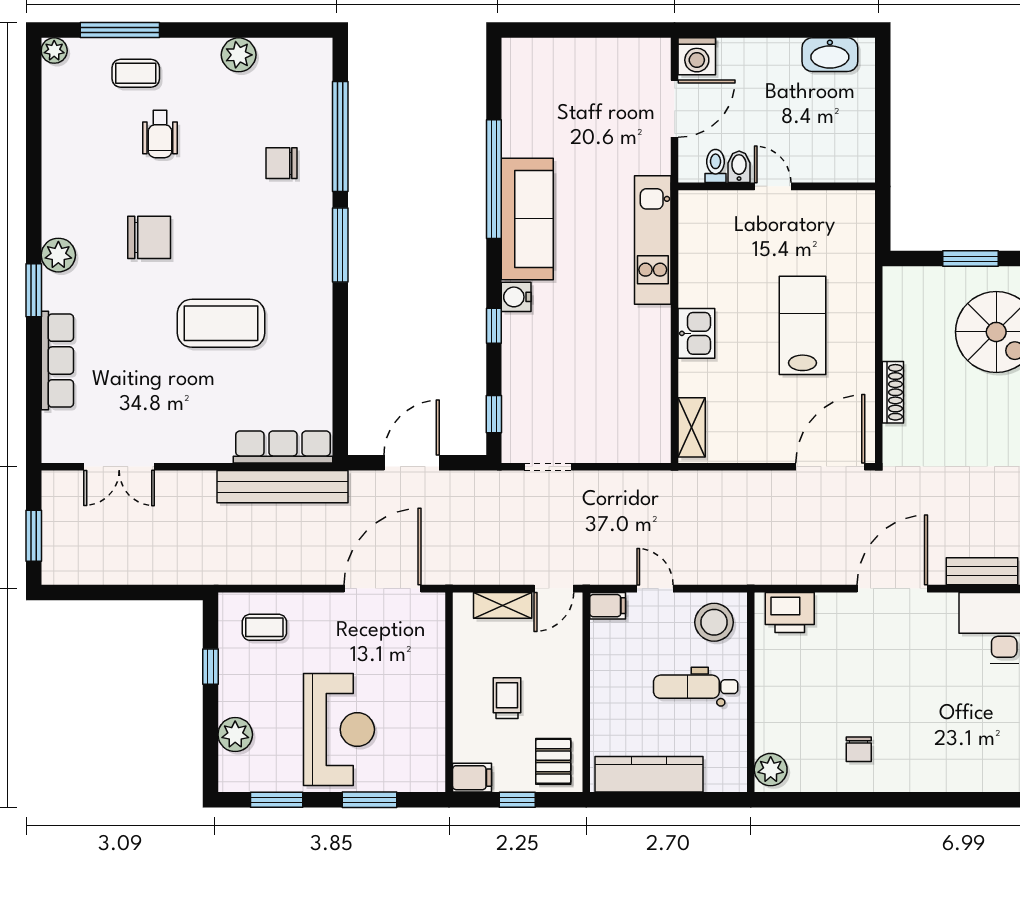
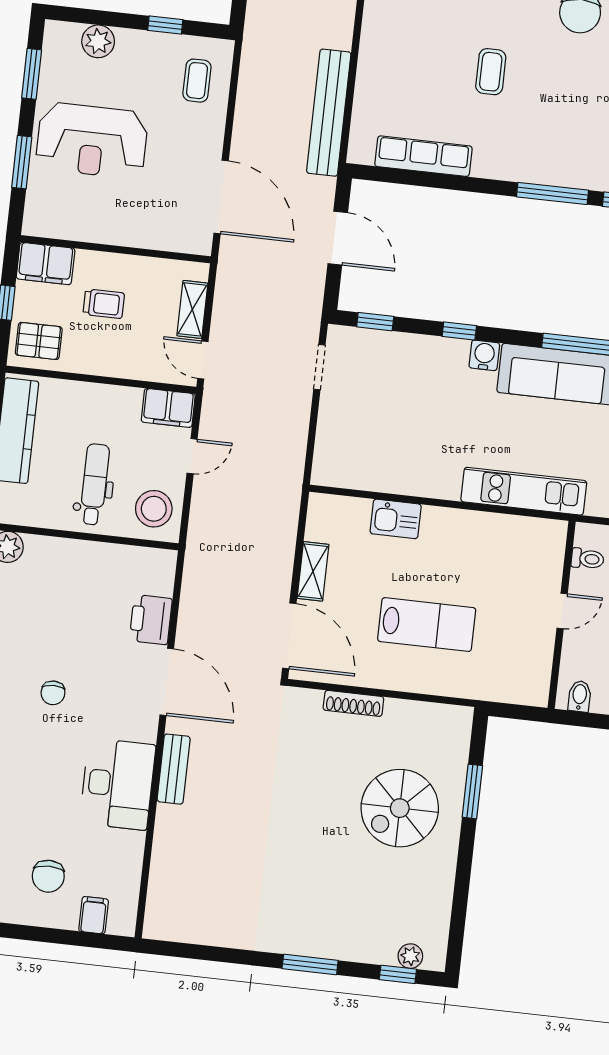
bidet: (739, 167) -> (580, 696), moved, turned -90
coffee table: (221, 323) -> (491, 72), width x0.54, depth x0.58
kitchen sink: (696, 333) -> (396, 519), moved
shelving: (692, 427) -> (313, 571), moved, turned 90
row of seats: (283, 447) -> (423, 156), moved, turned -90
filing cabinet: (608, 606) -> (168, 408), width x2.00
printer: (790, 612) -> (151, 620), moved
chair: (859, 749) -> (53, 693), moved, turned -90
filing cabinet: (472, 778) -> (46, 264), width x2.00

